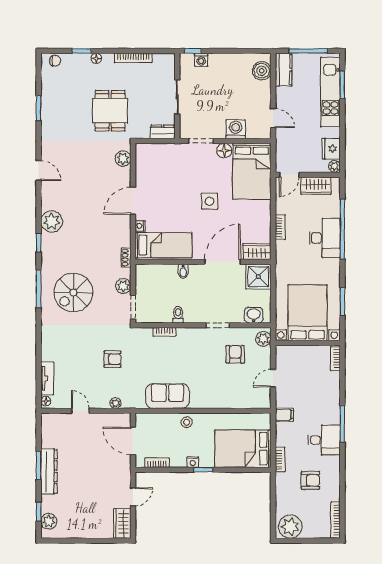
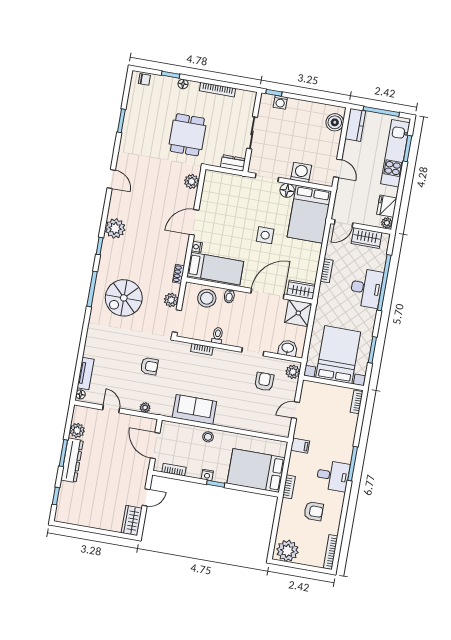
stool: (160, 278) -> (207, 298), added
plant: (49, 521) -> (77, 430), moved

